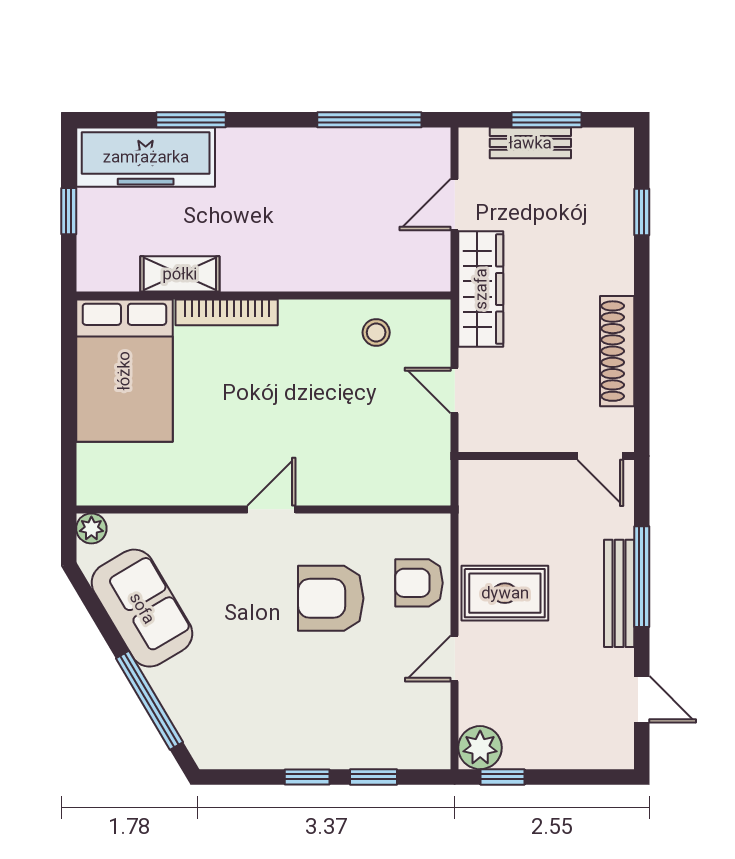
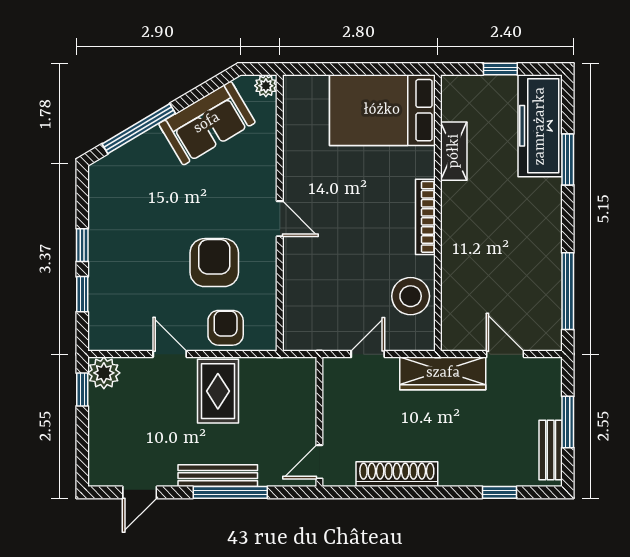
bench: (530, 143) -> (551, 450), moved
bookcase: (227, 312) -> (425, 217), moved
stool: (376, 332) -> (411, 296), width x1.89, depth x1.89

